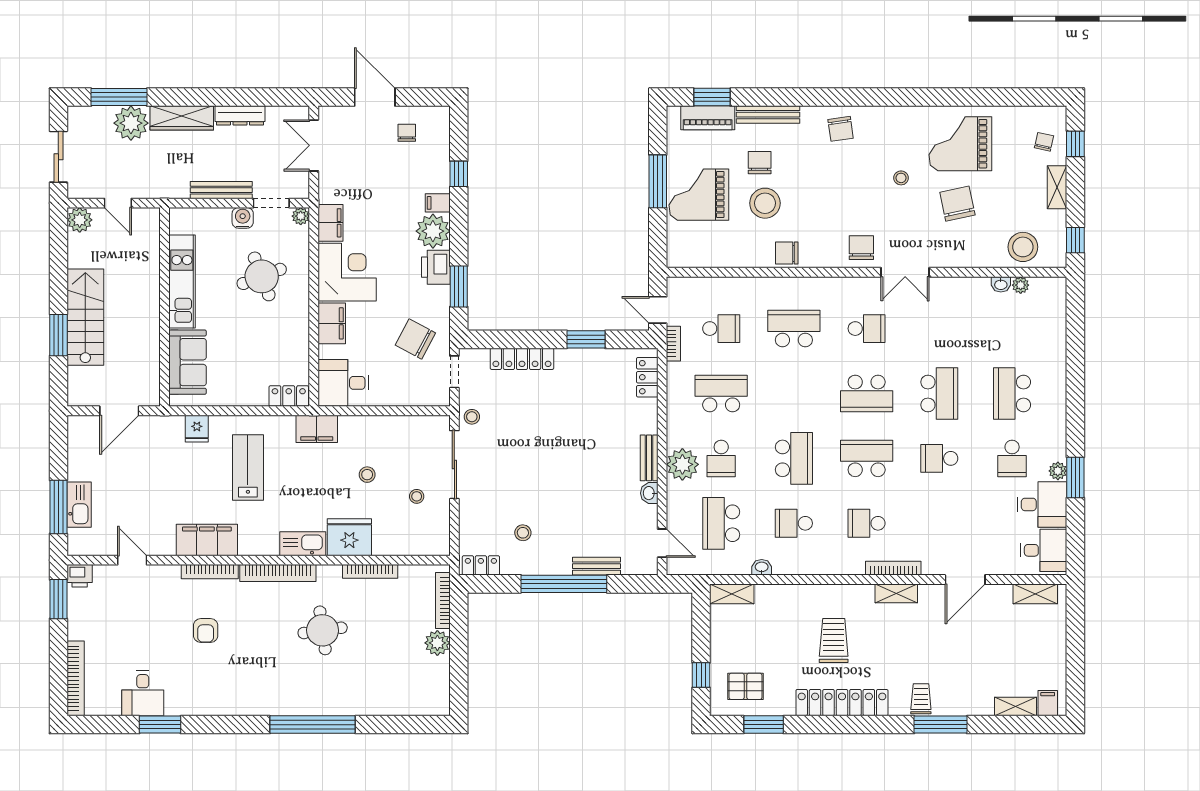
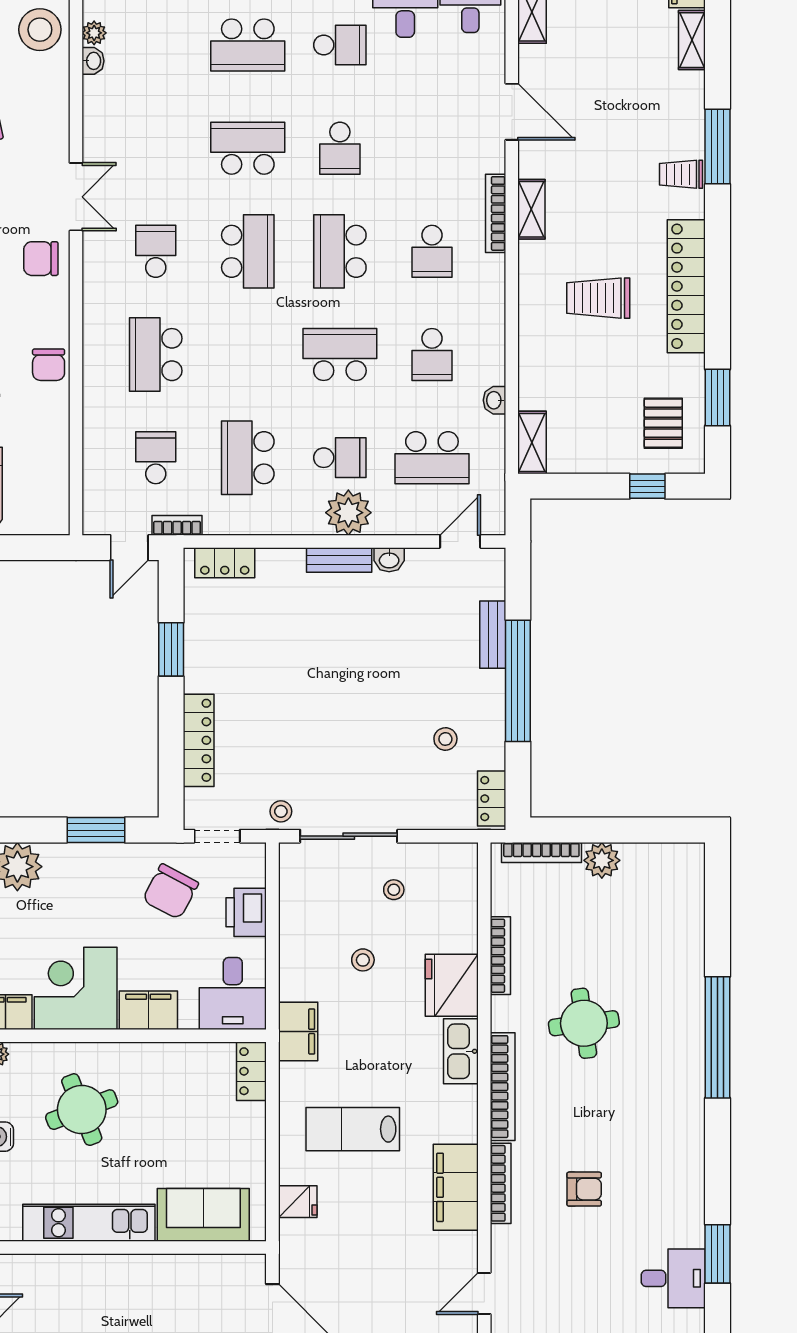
printer: (436, 267) -> (246, 912), moved, turned 90

